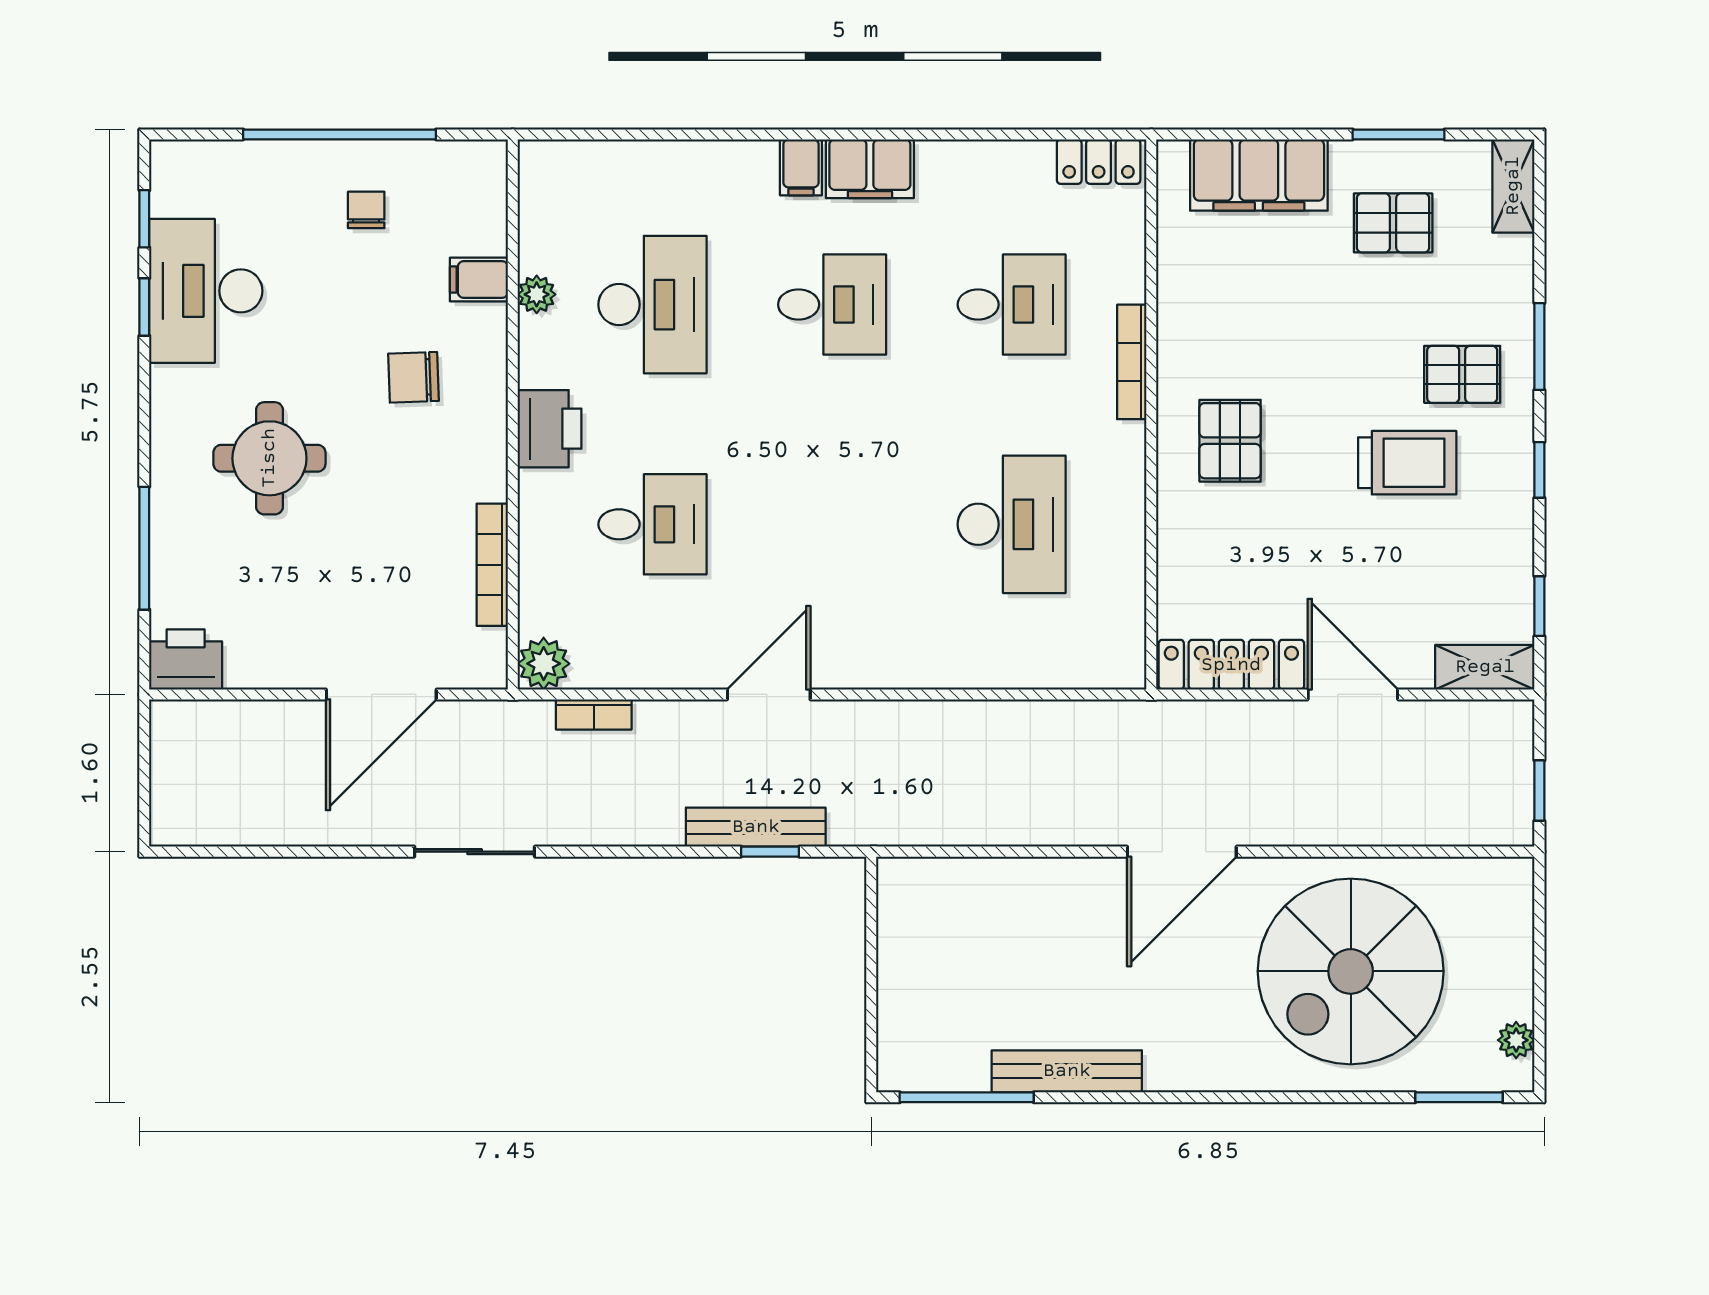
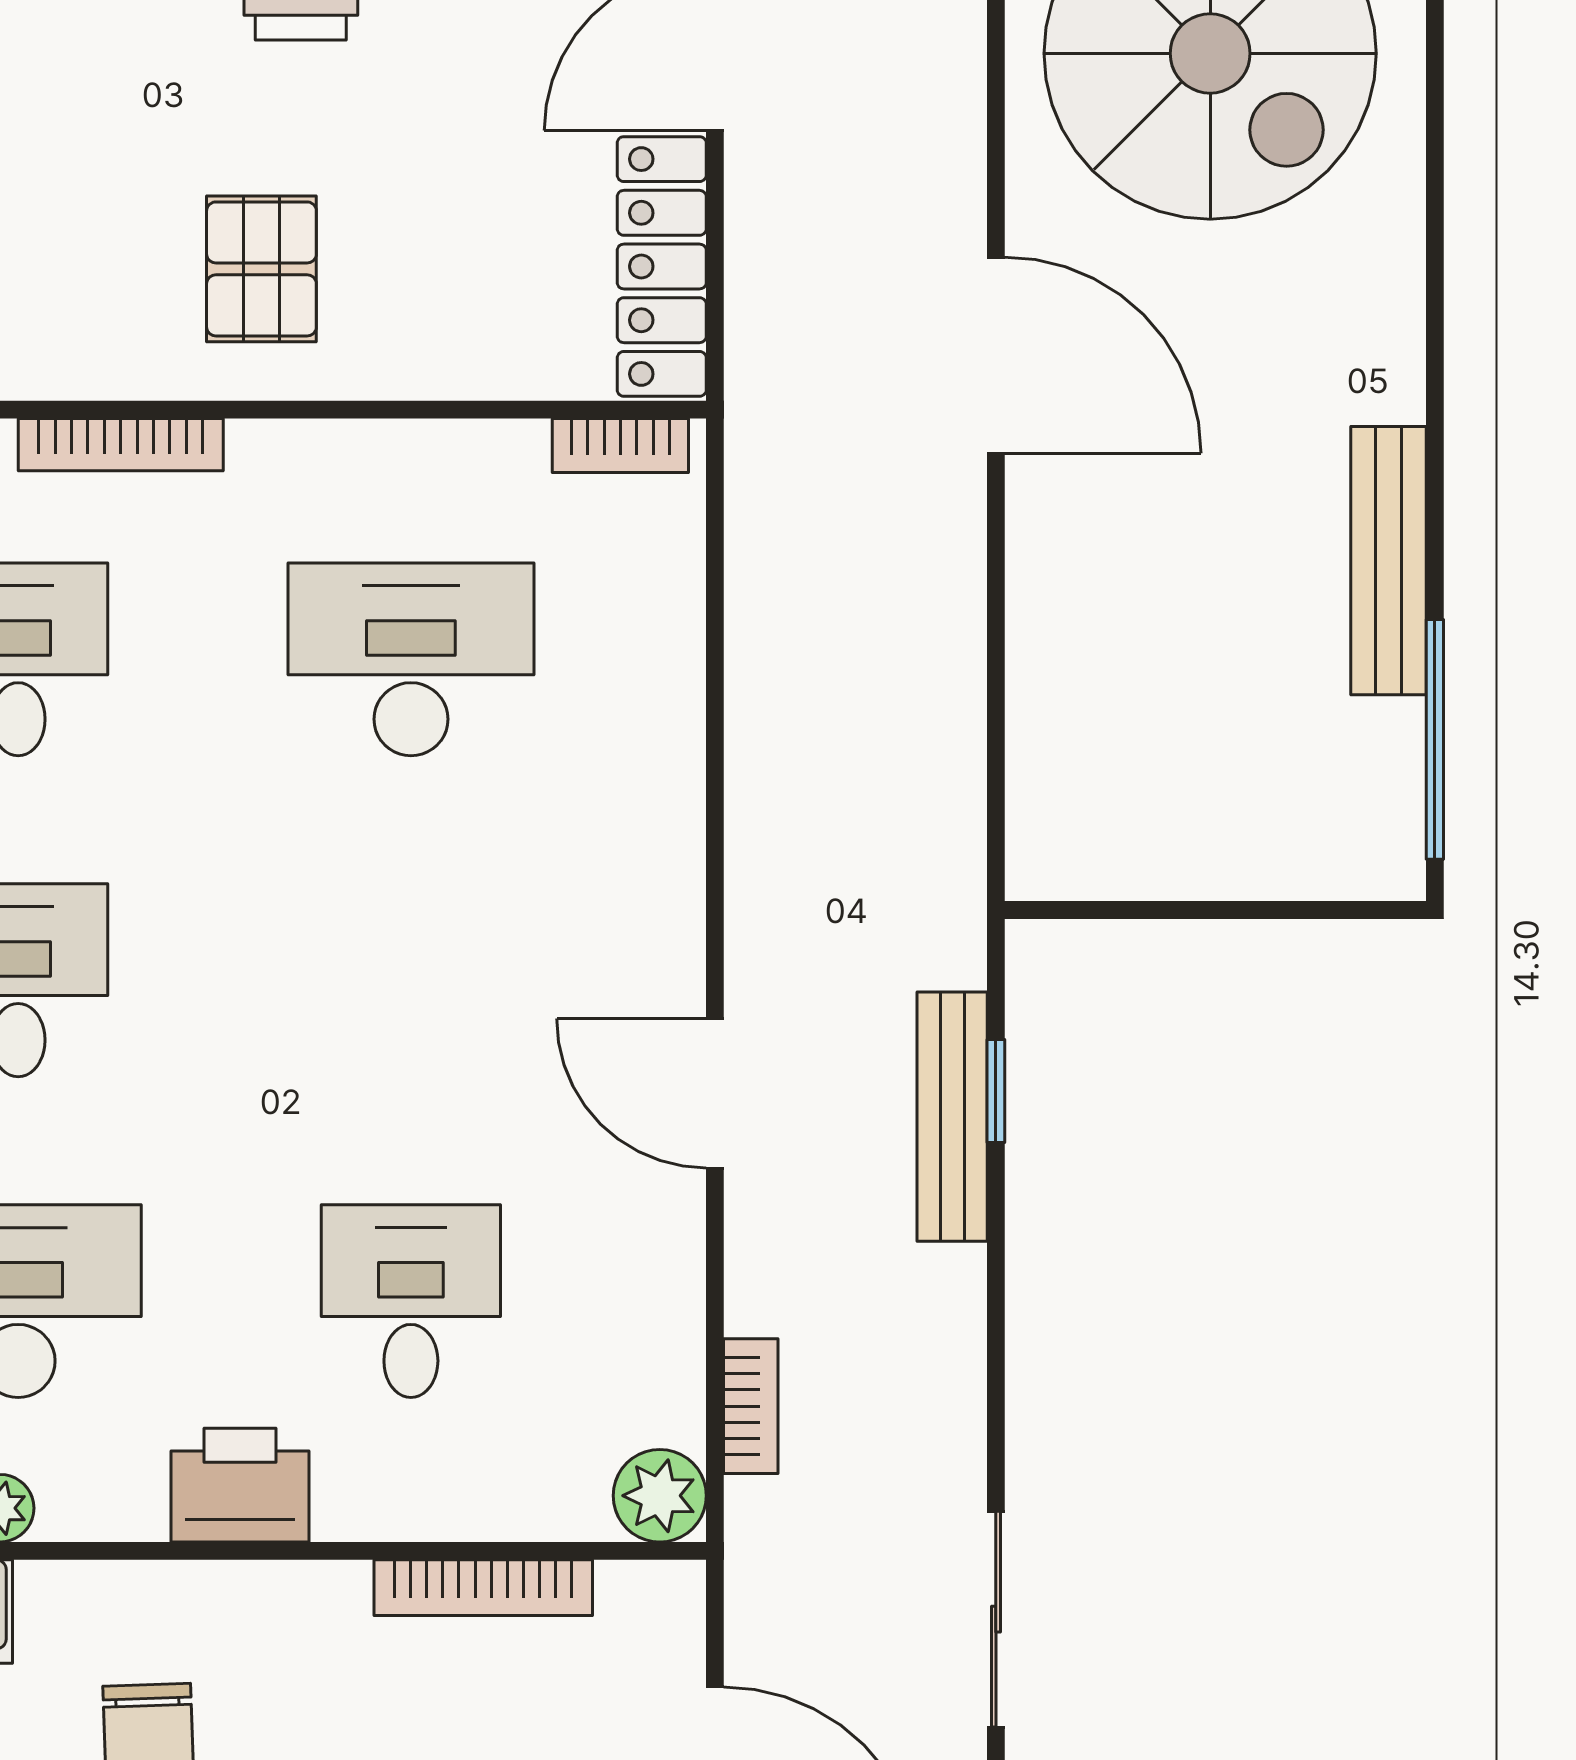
pallet: (1230, 441) -> (261, 269), turned 90
bookcase: (1131, 642) -> (620, 446), added

